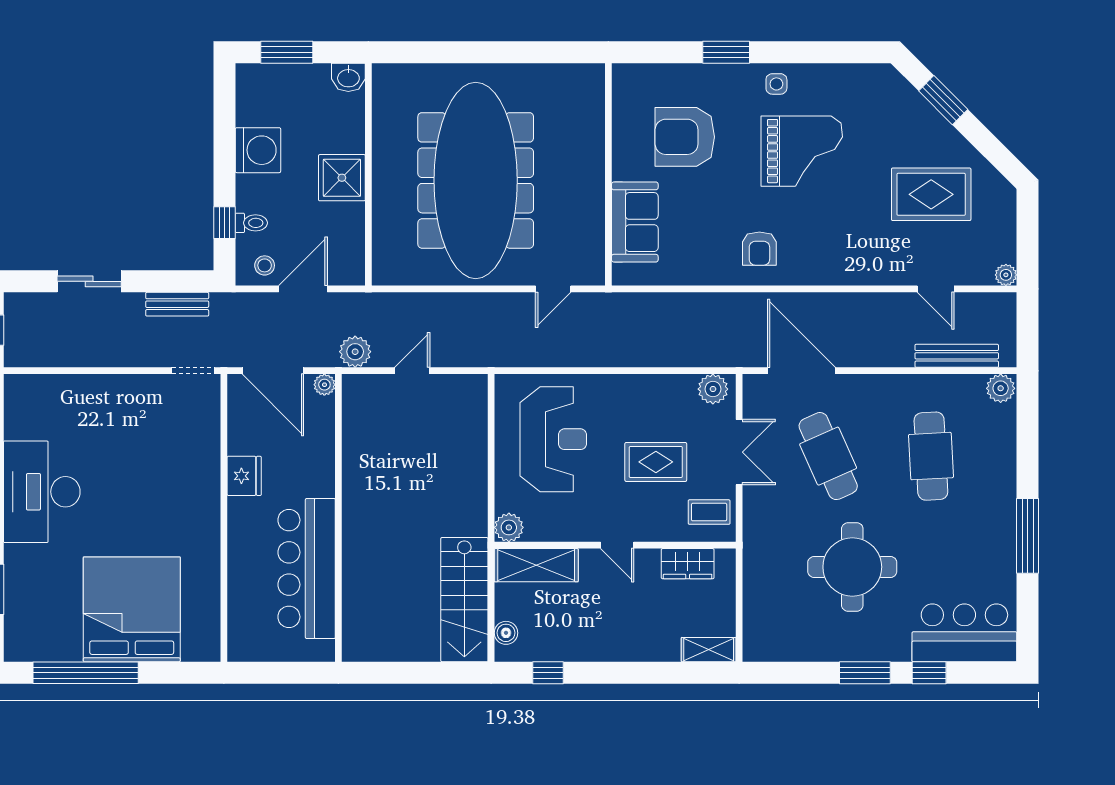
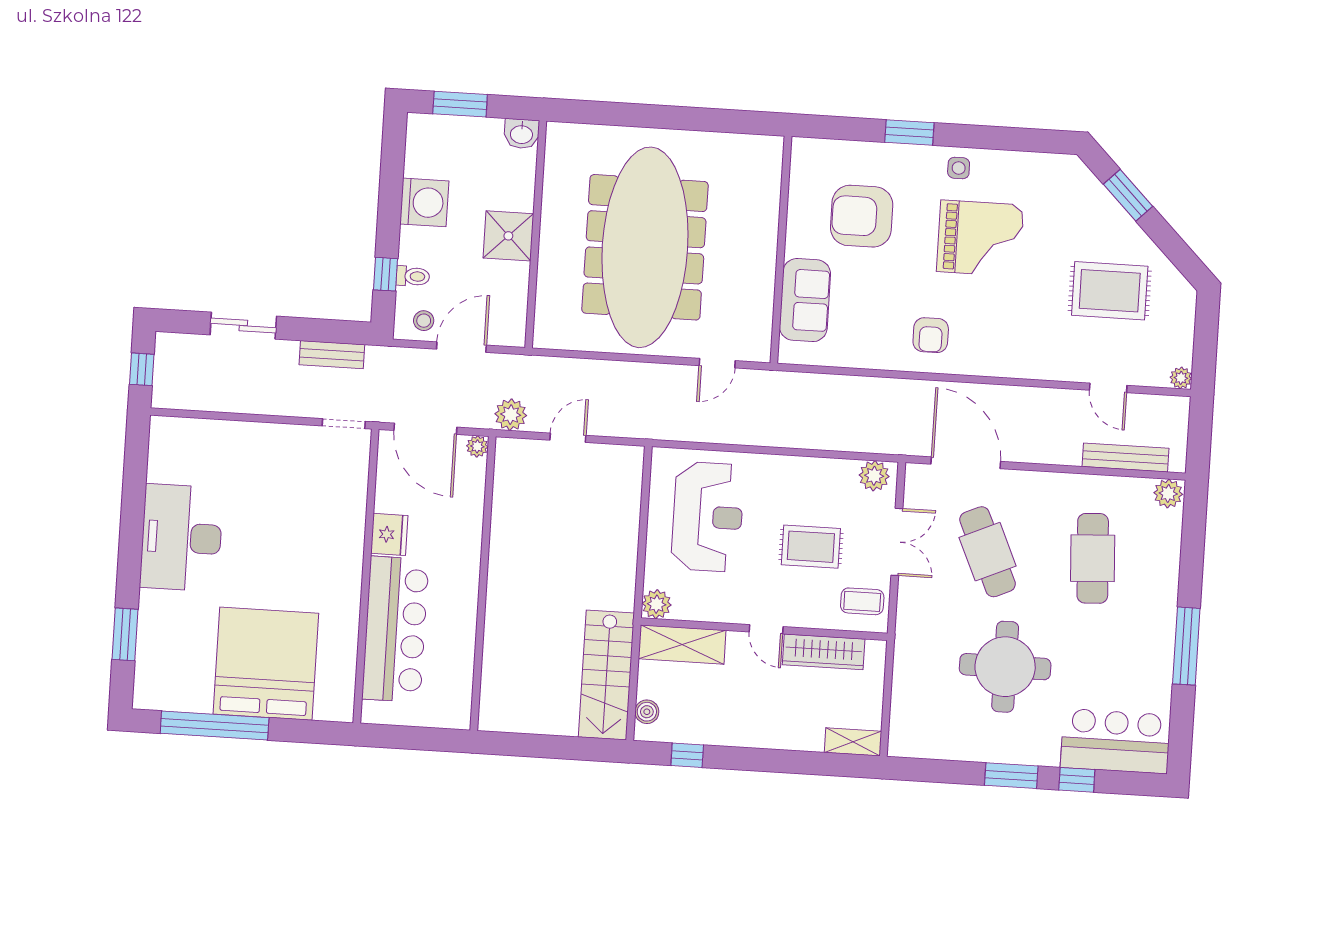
wardrobe: (688, 564) -> (824, 652), width x1.50
bar counter: (307, 568) -> (395, 629), moved, turned 180

